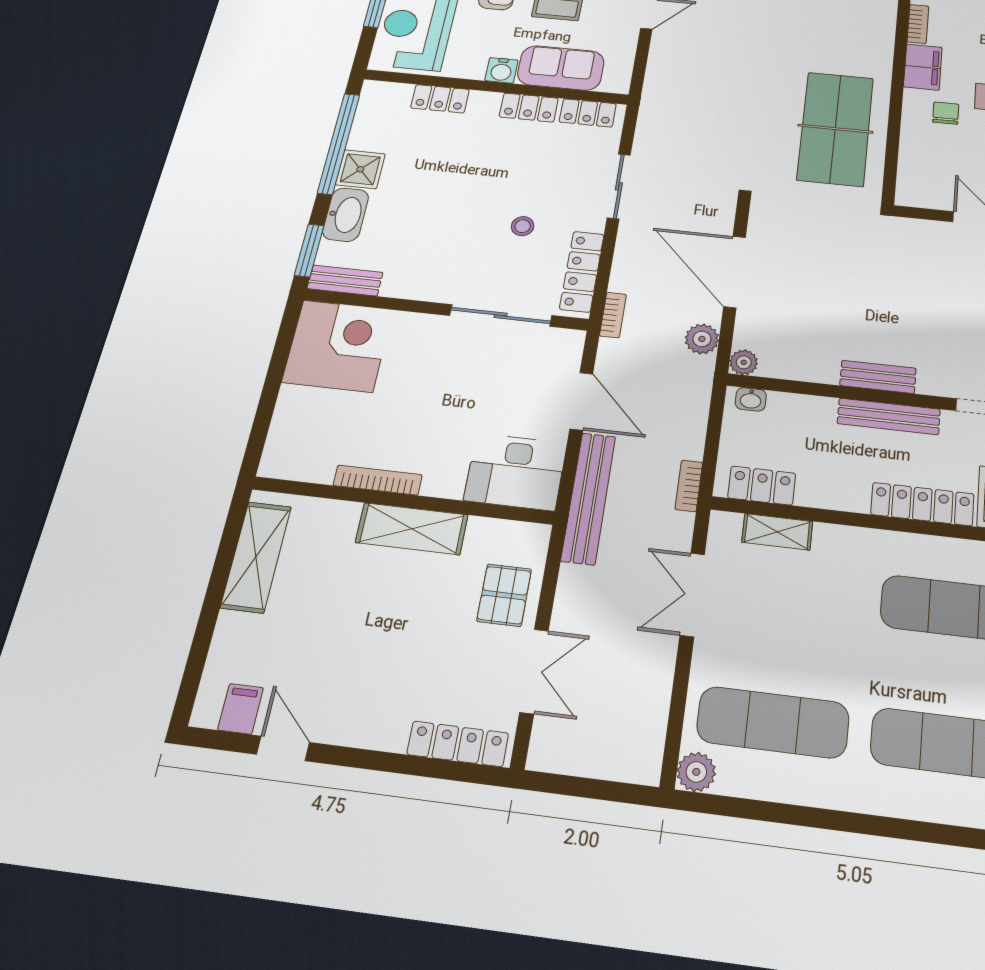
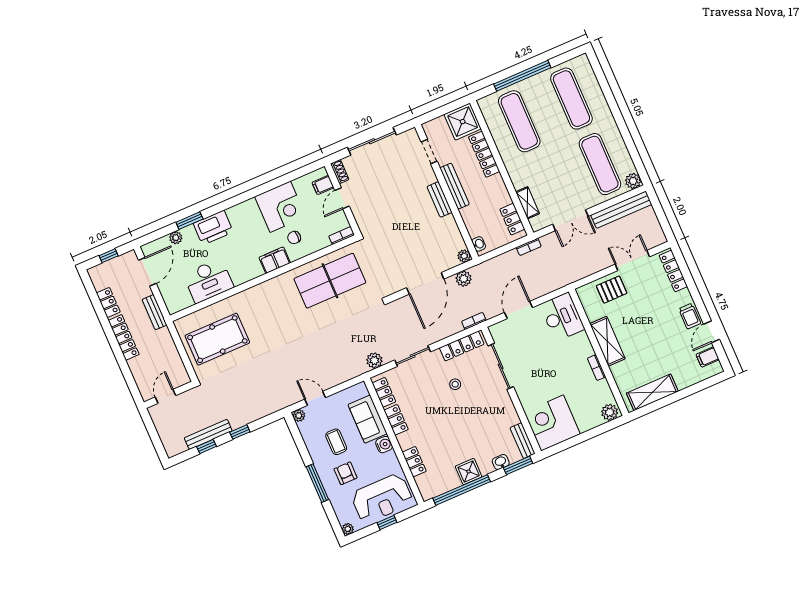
bookcase: (918, 24) -> (342, 236), moved
plant: (652, 126) -> (374, 360), added
washbasin: (346, 215) -> (501, 462), width x0.52, depth x0.69
plant: (280, 456) -> (610, 412), added
bookcase: (378, 480) -> (597, 368), width x0.64
bench: (588, 498) -> (621, 210), moved
trolley: (345, 722) -> (690, 316), added

